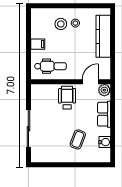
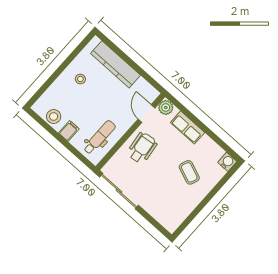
stool: (61, 24) -> (54, 116), moved
wheelchair: (67, 98) -> (142, 148), turned 83
sliding door: (28, 129) -> (119, 191), moved
water cooler: (105, 142) -> (227, 162), moved

